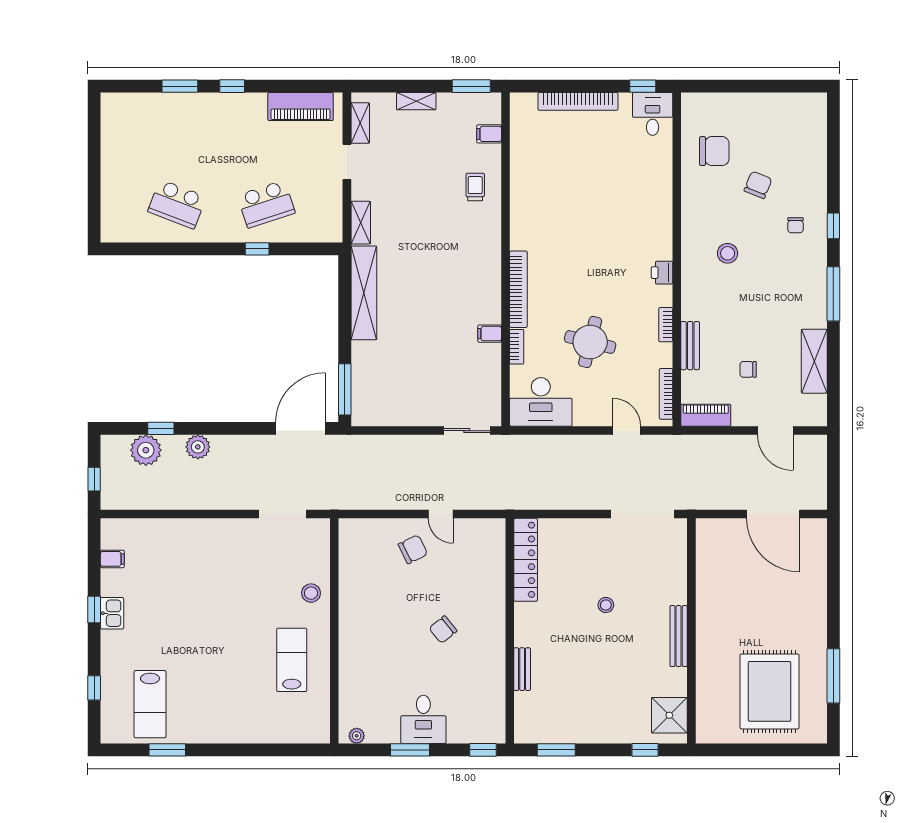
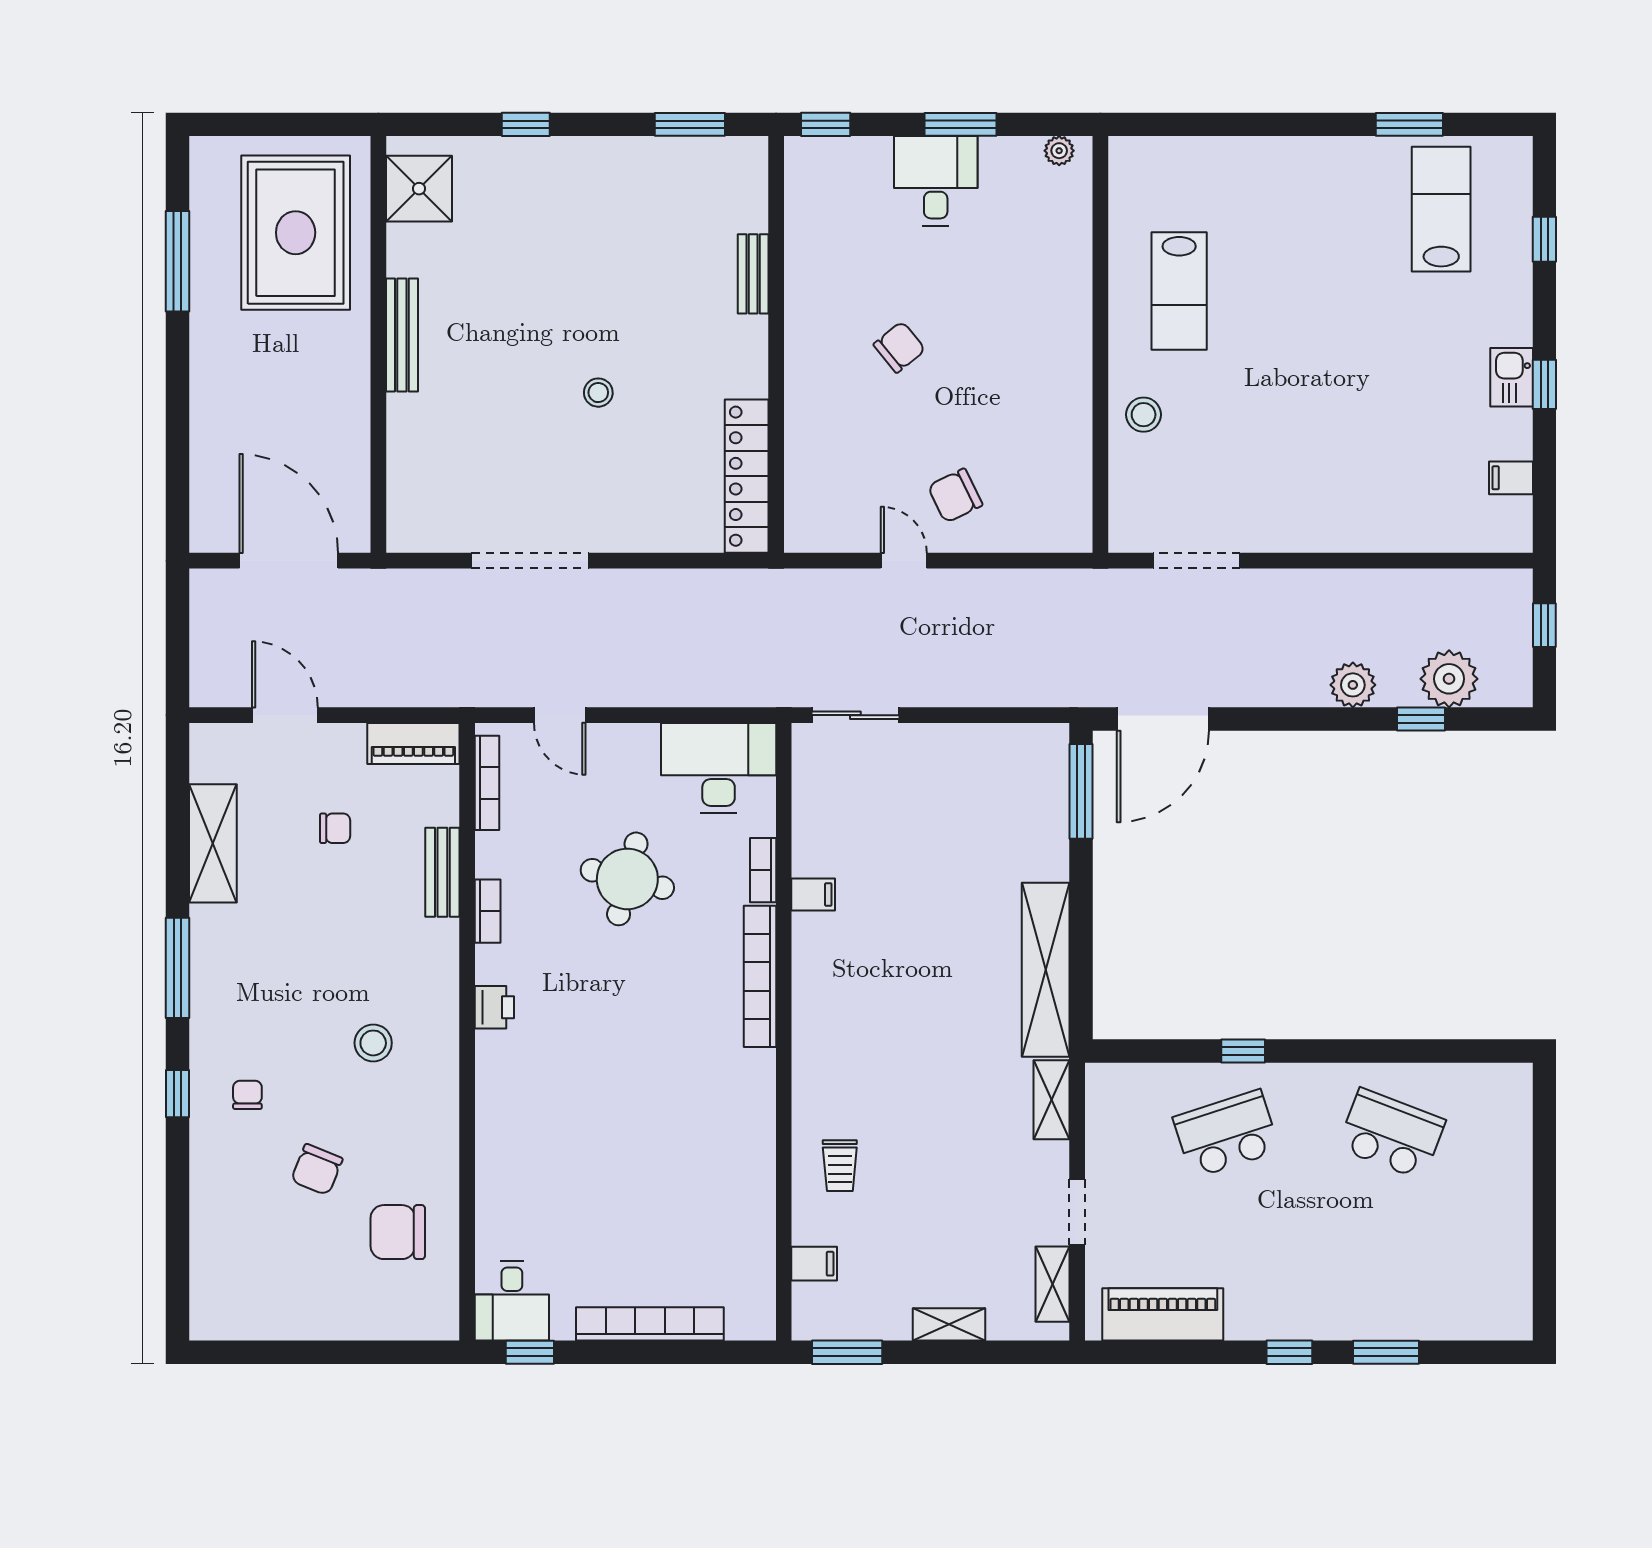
wall: (691, 631) -> (378, 344), moved
bench: (679, 636) -> (402, 335), moved
shower: (669, 715) -> (419, 189), moved

